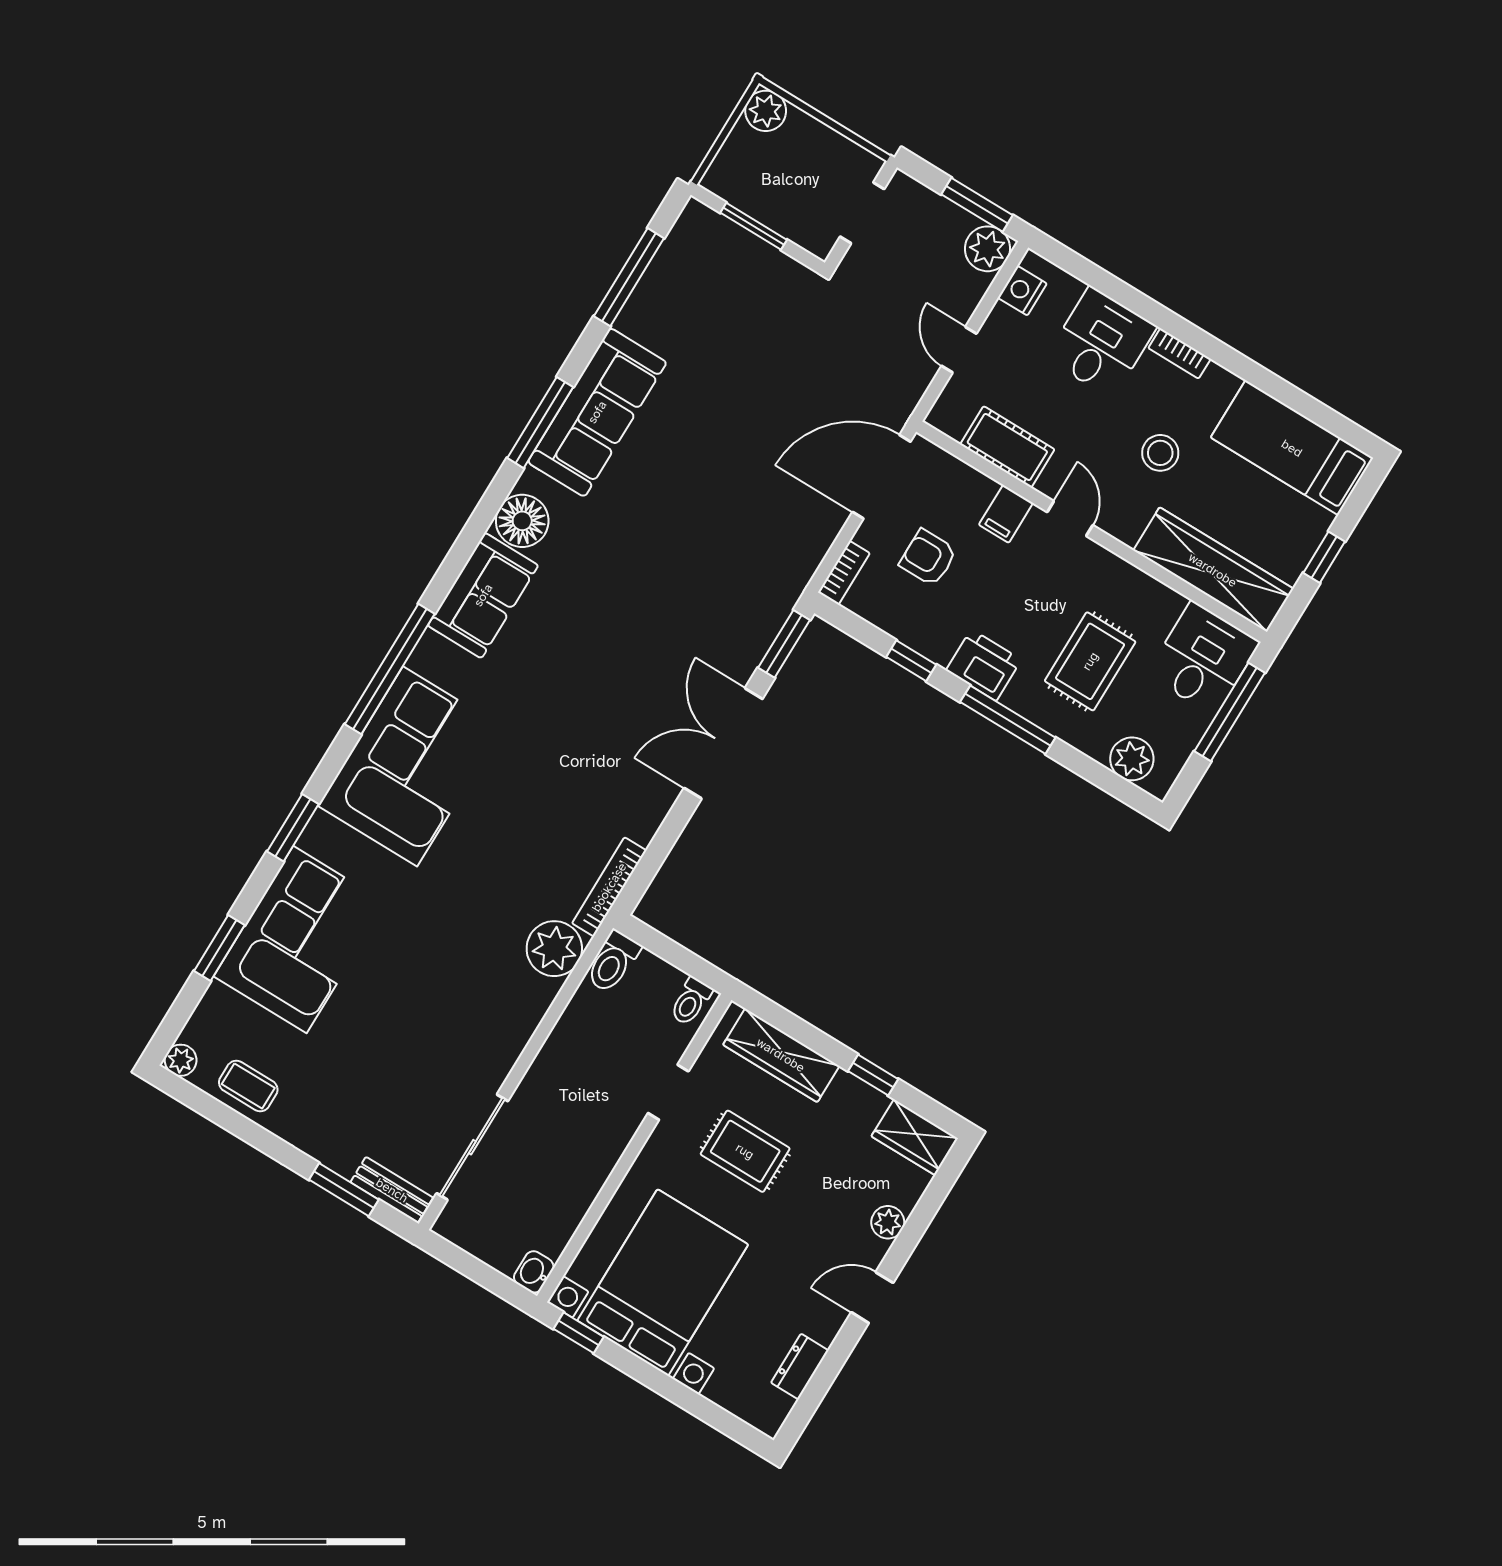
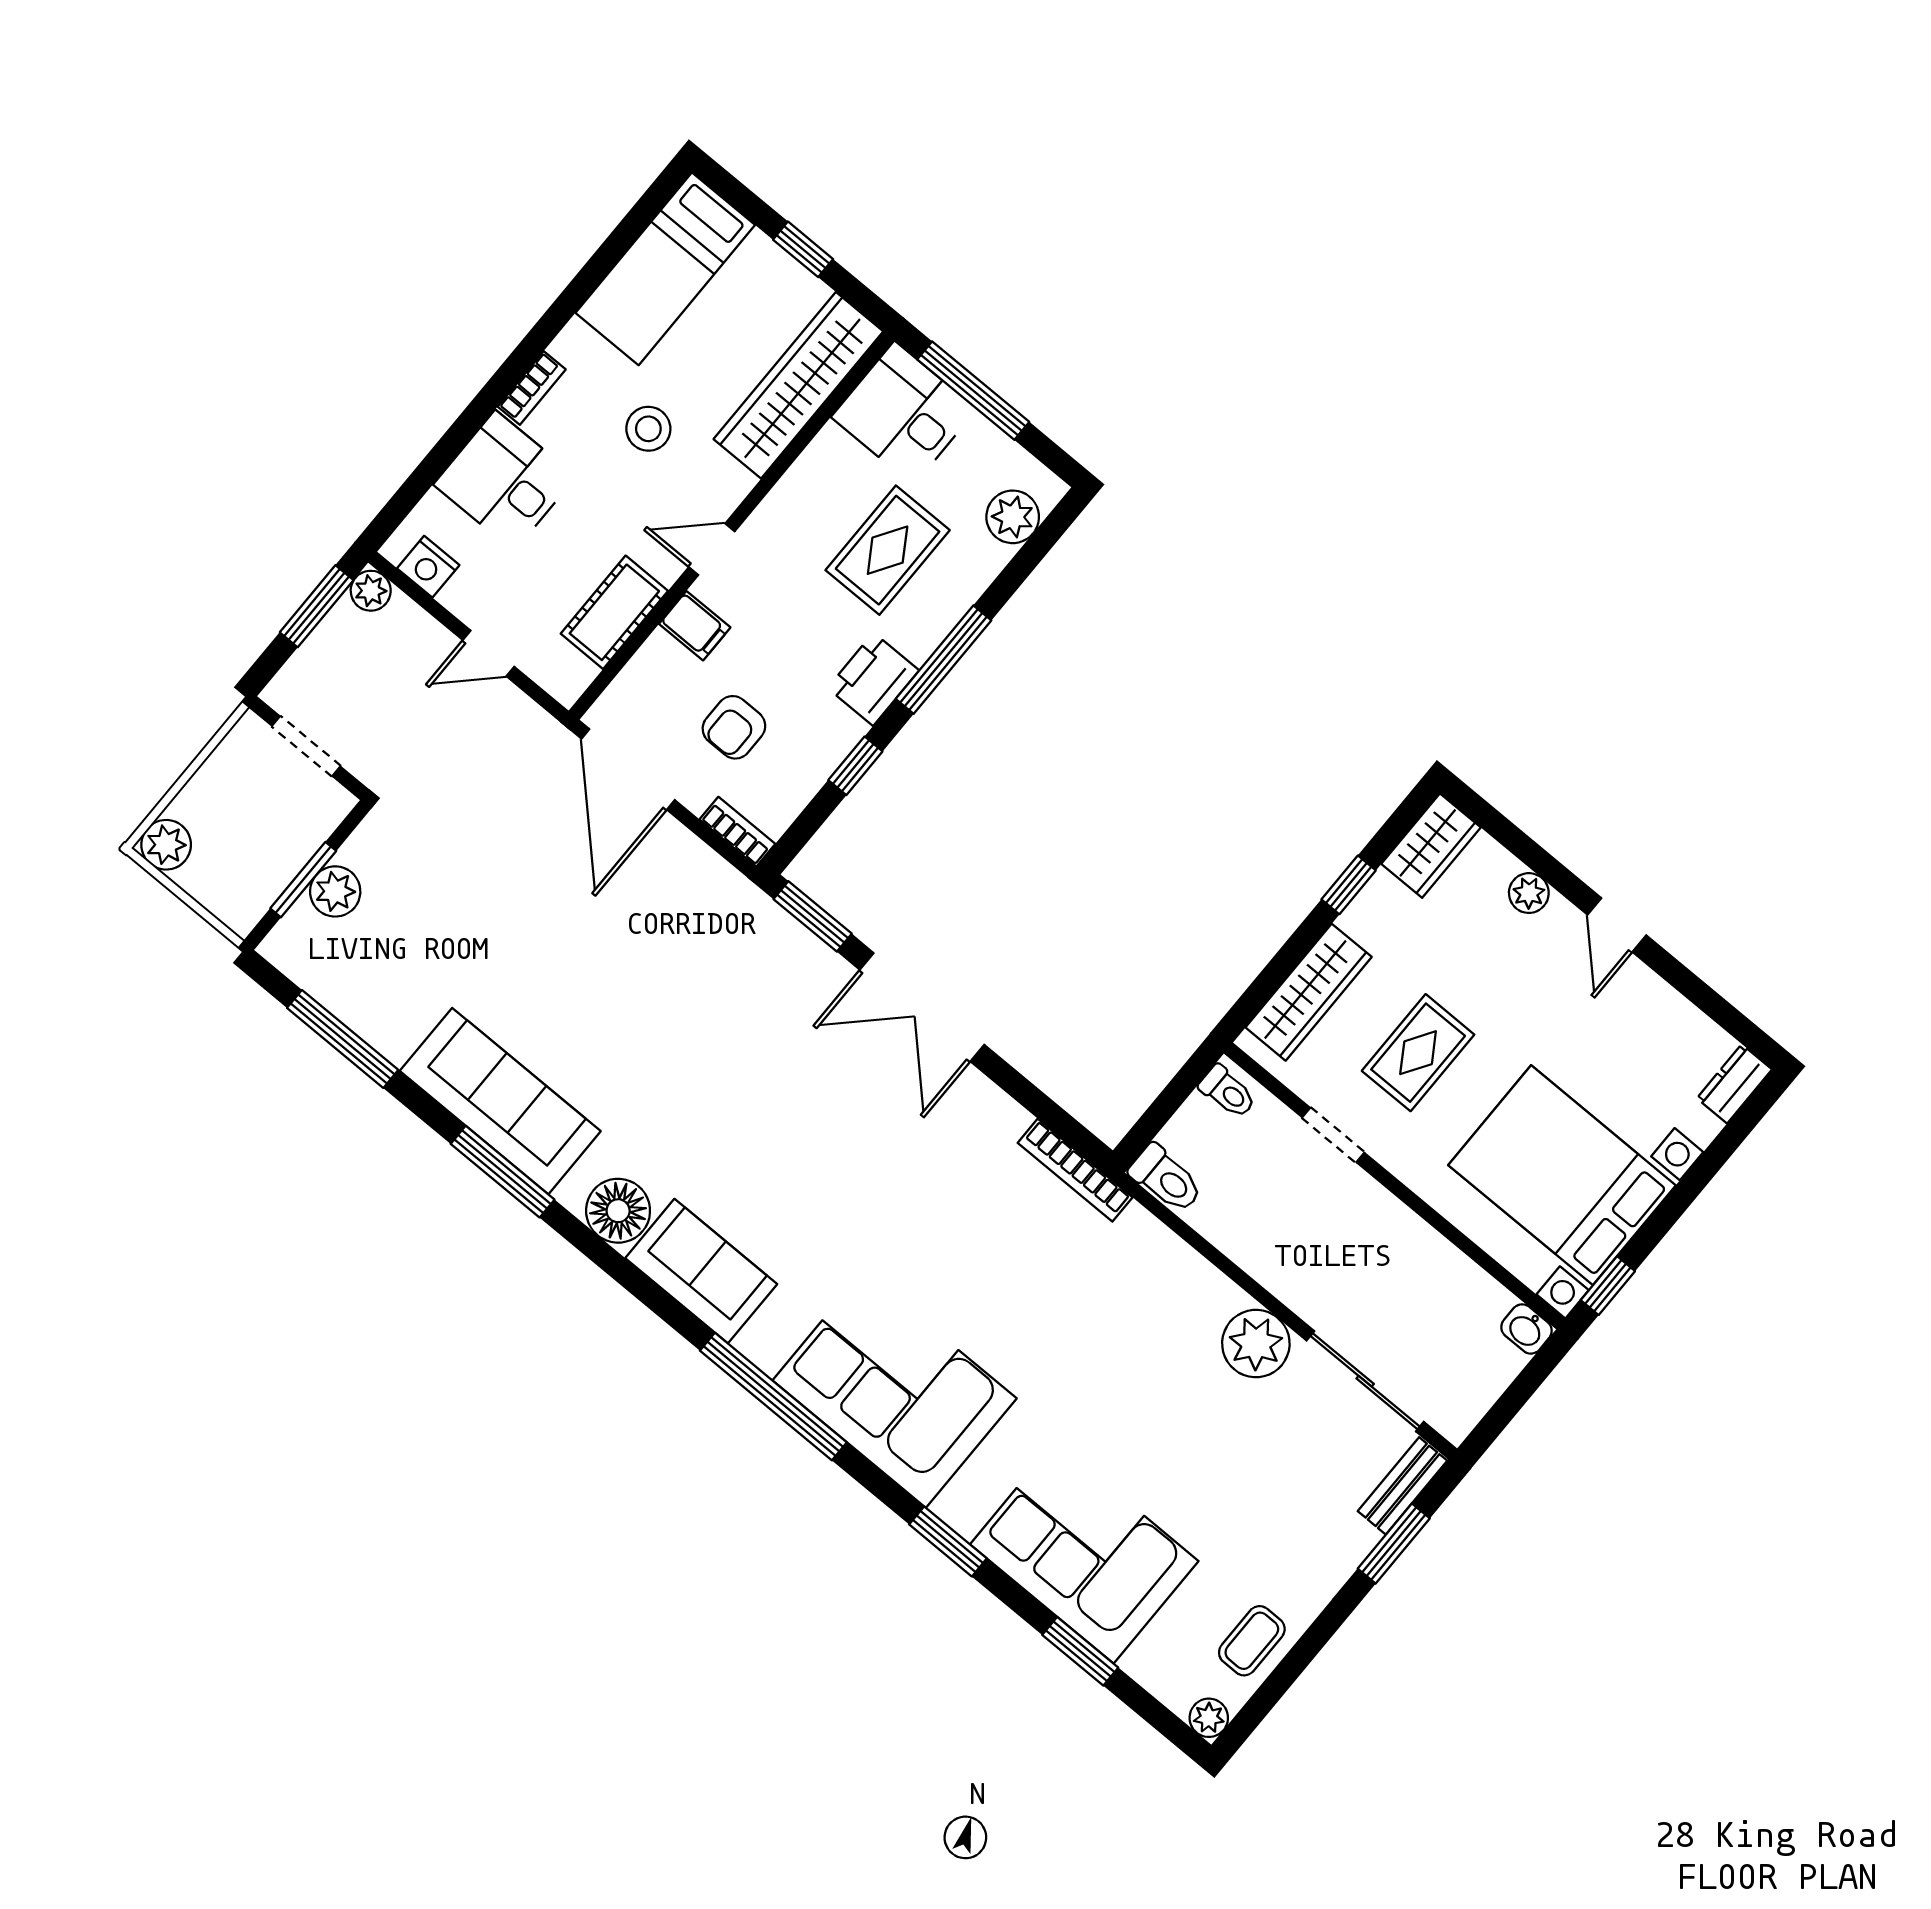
plant: (988, 249) -> (371, 591), width x0.73, depth x0.73
plant: (748, 254) -> (335, 891), added
rug: (1090, 661) -> (888, 550), turned 90
plant: (554, 949) -> (1256, 1344), moved
dresser: (800, 1367) -> (1734, 1084), moved, turned 90

